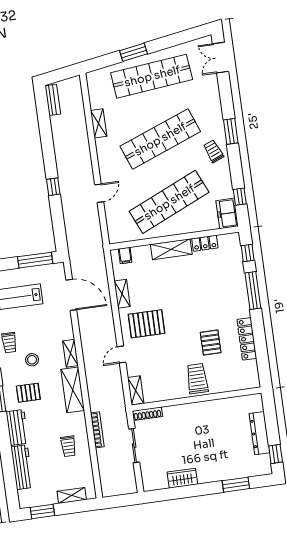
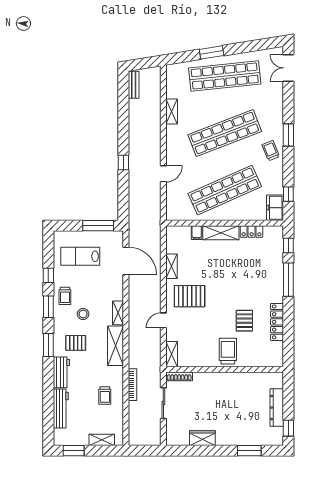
filing cabinet: (125, 255) -> (197, 233), moved

